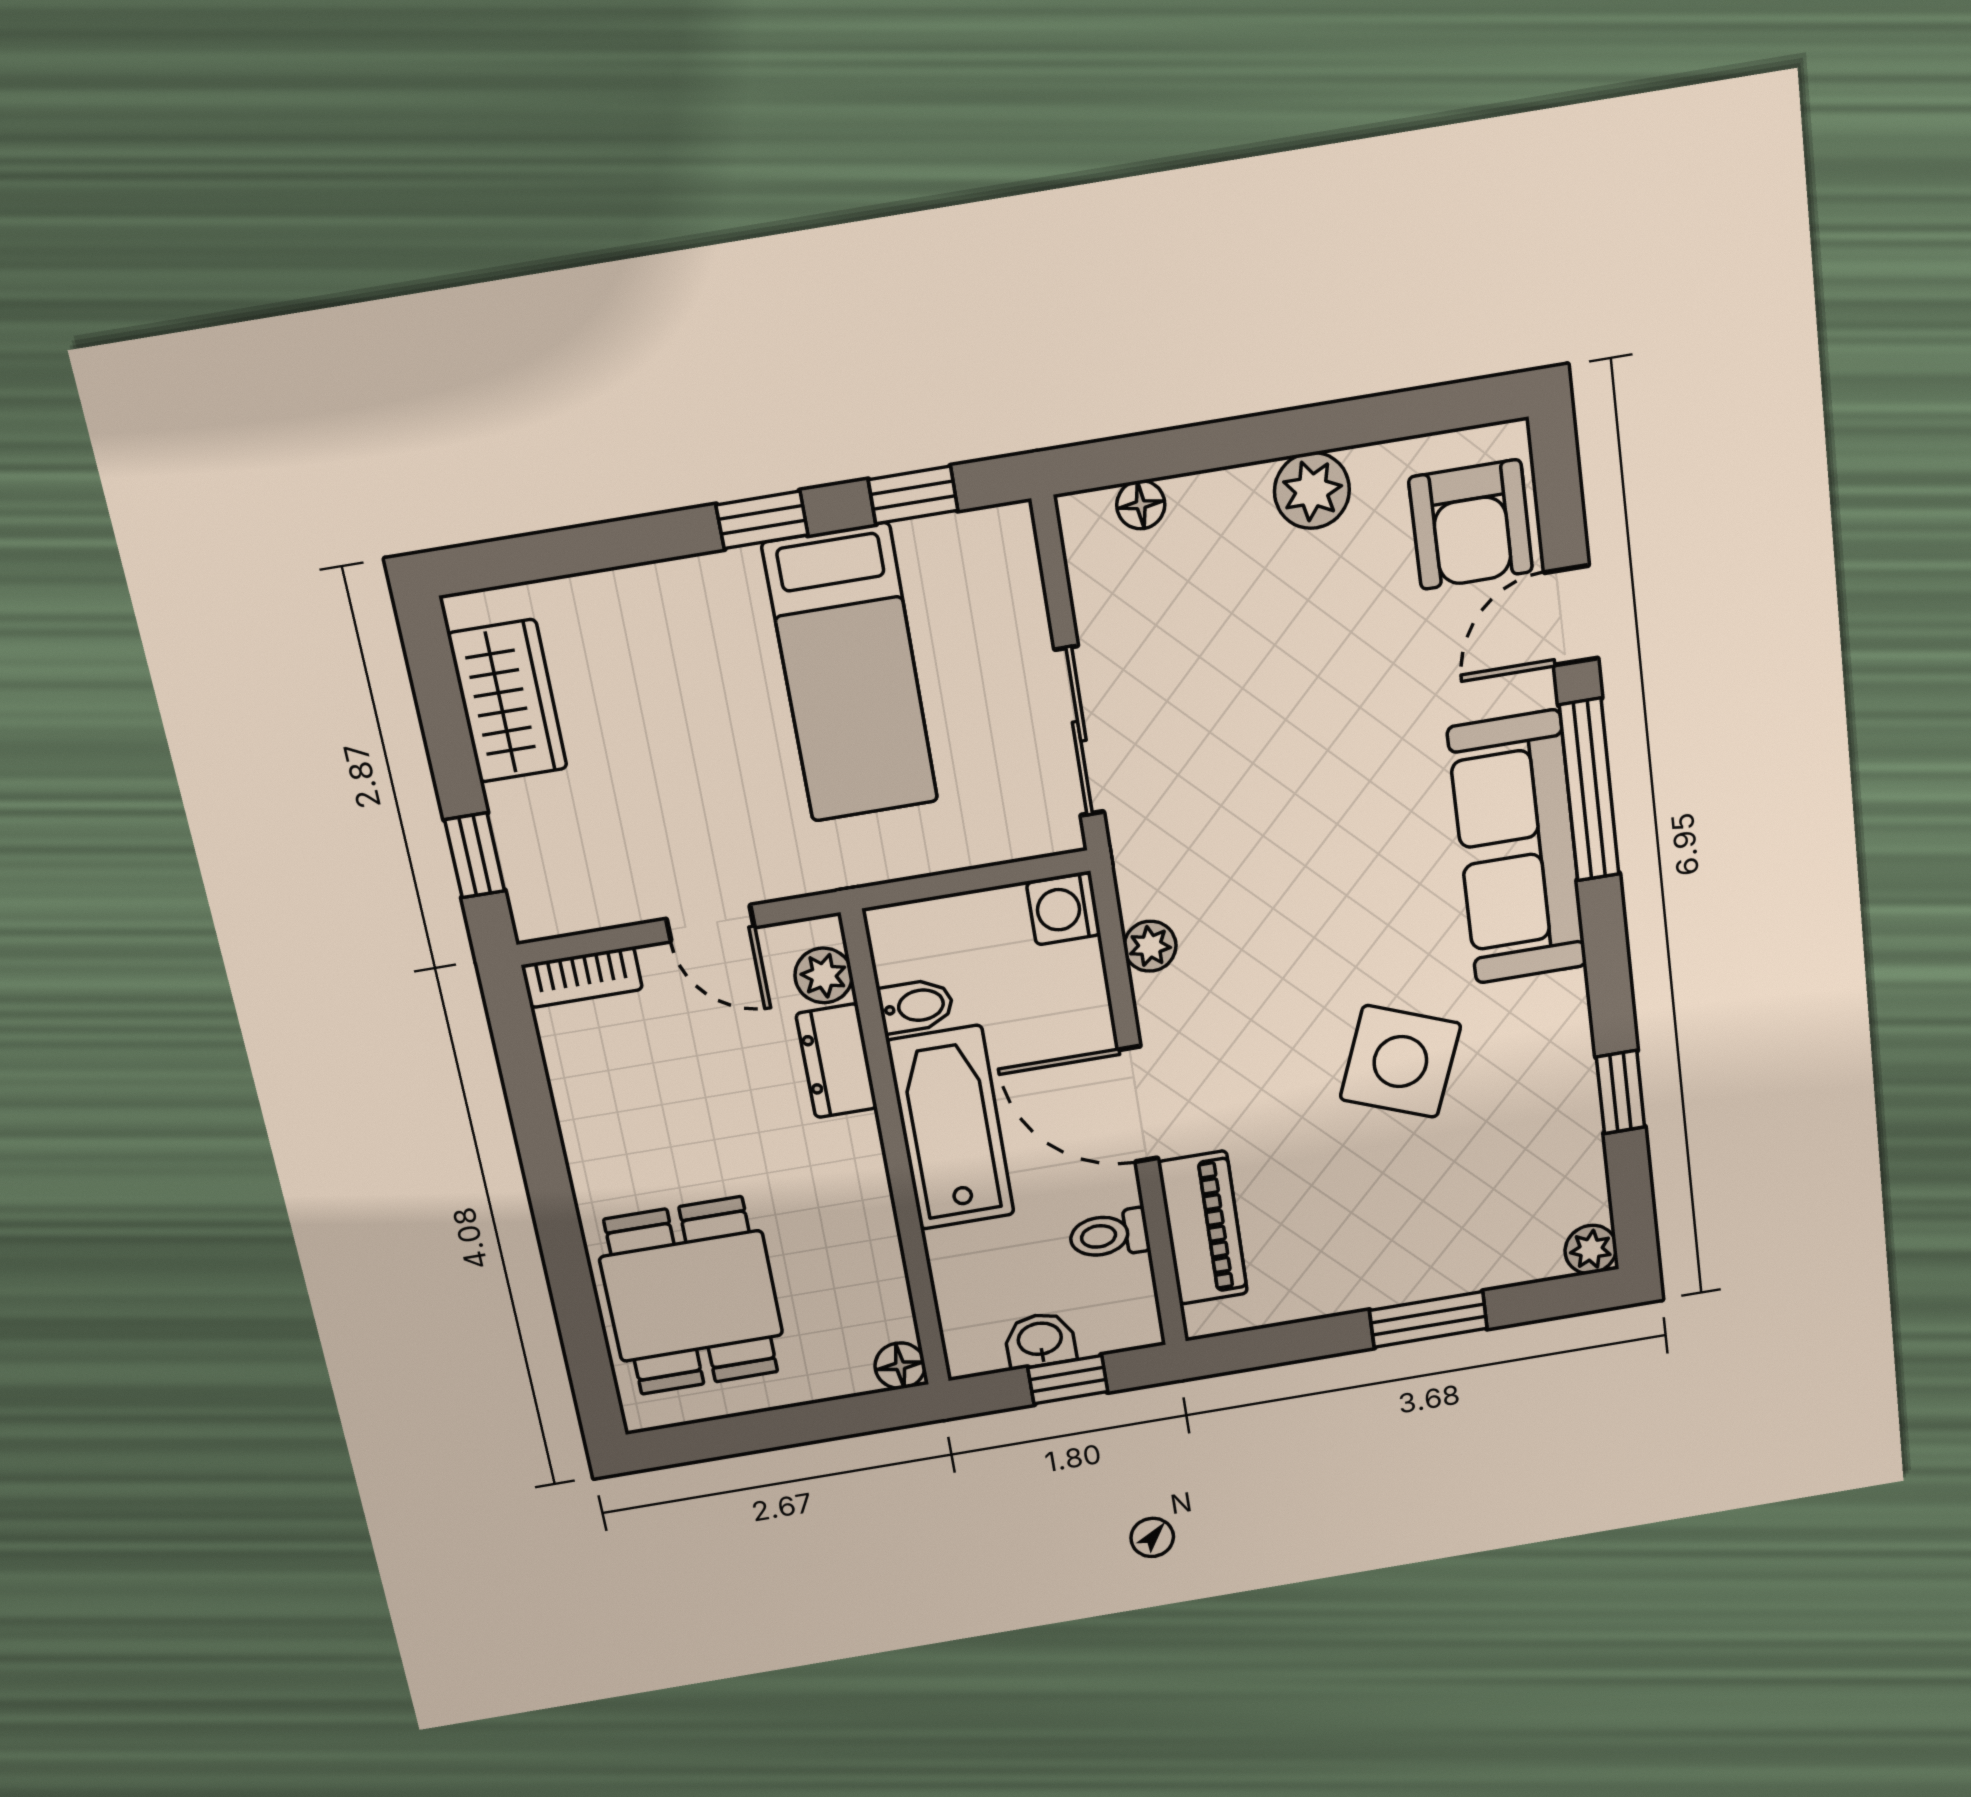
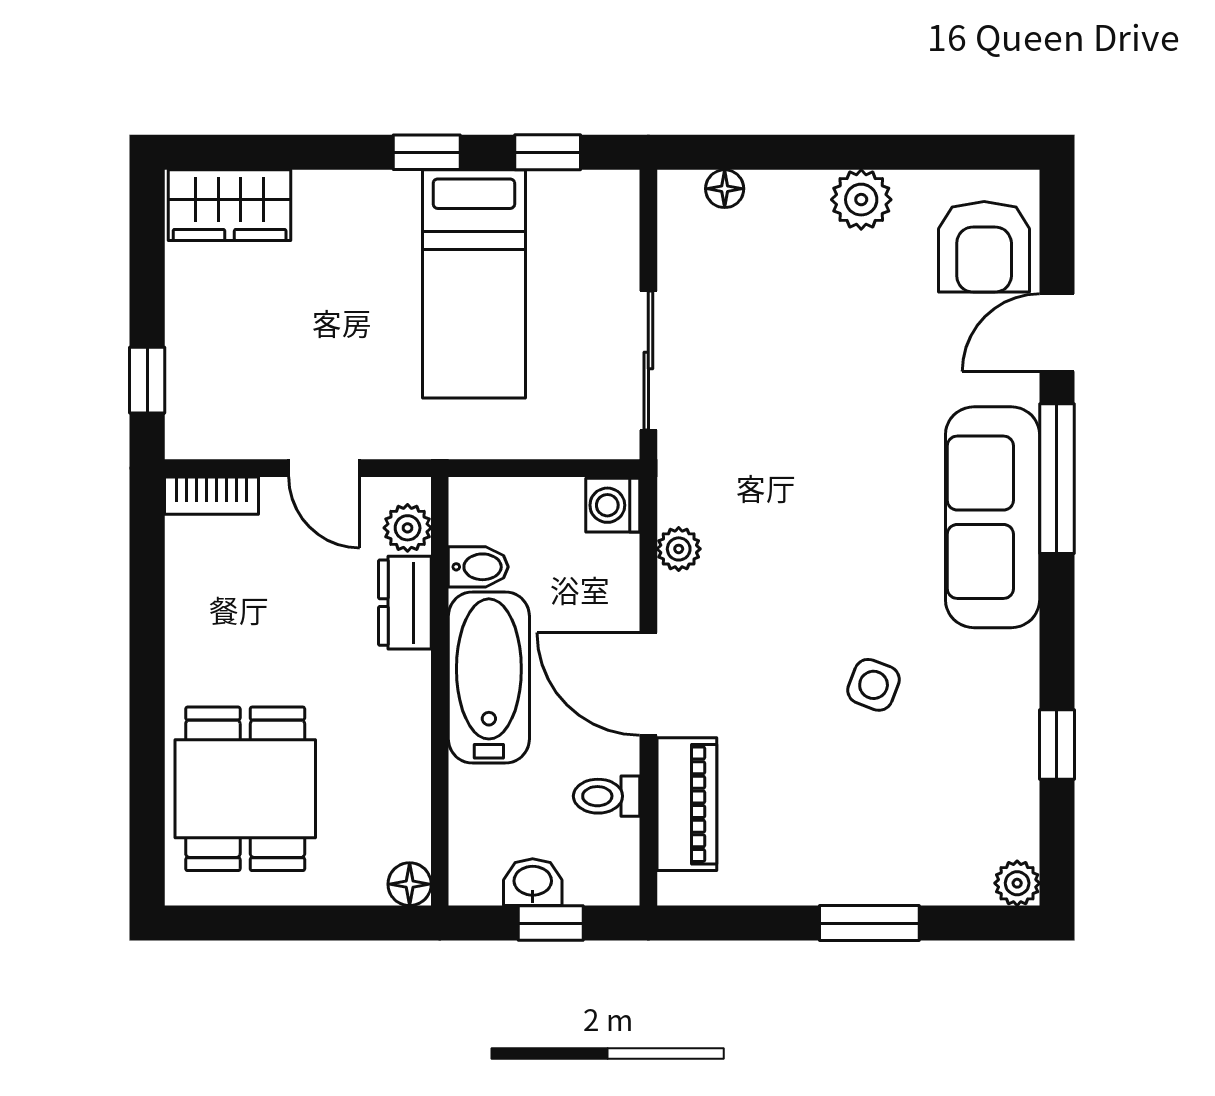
wardrobe: (508, 701) -> (230, 205), moved, turned 90
side table: (1400, 1062) -> (874, 685), width x0.54, depth x0.54

